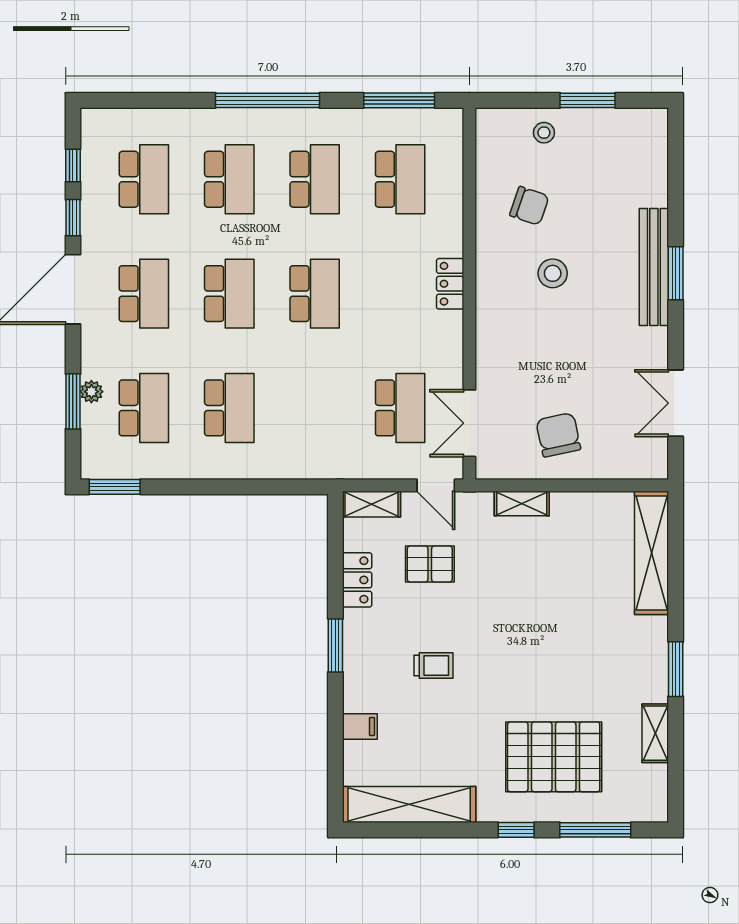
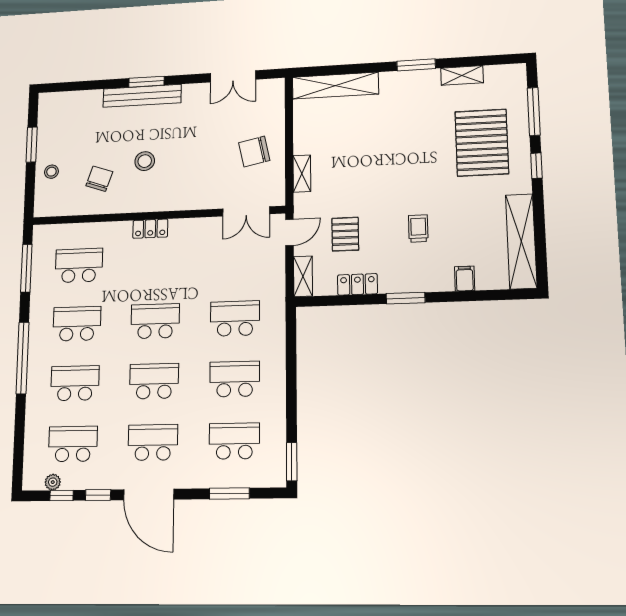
plant: (91, 392) -> (53, 482), moved
school desk: (400, 408) -> (235, 319), moved

